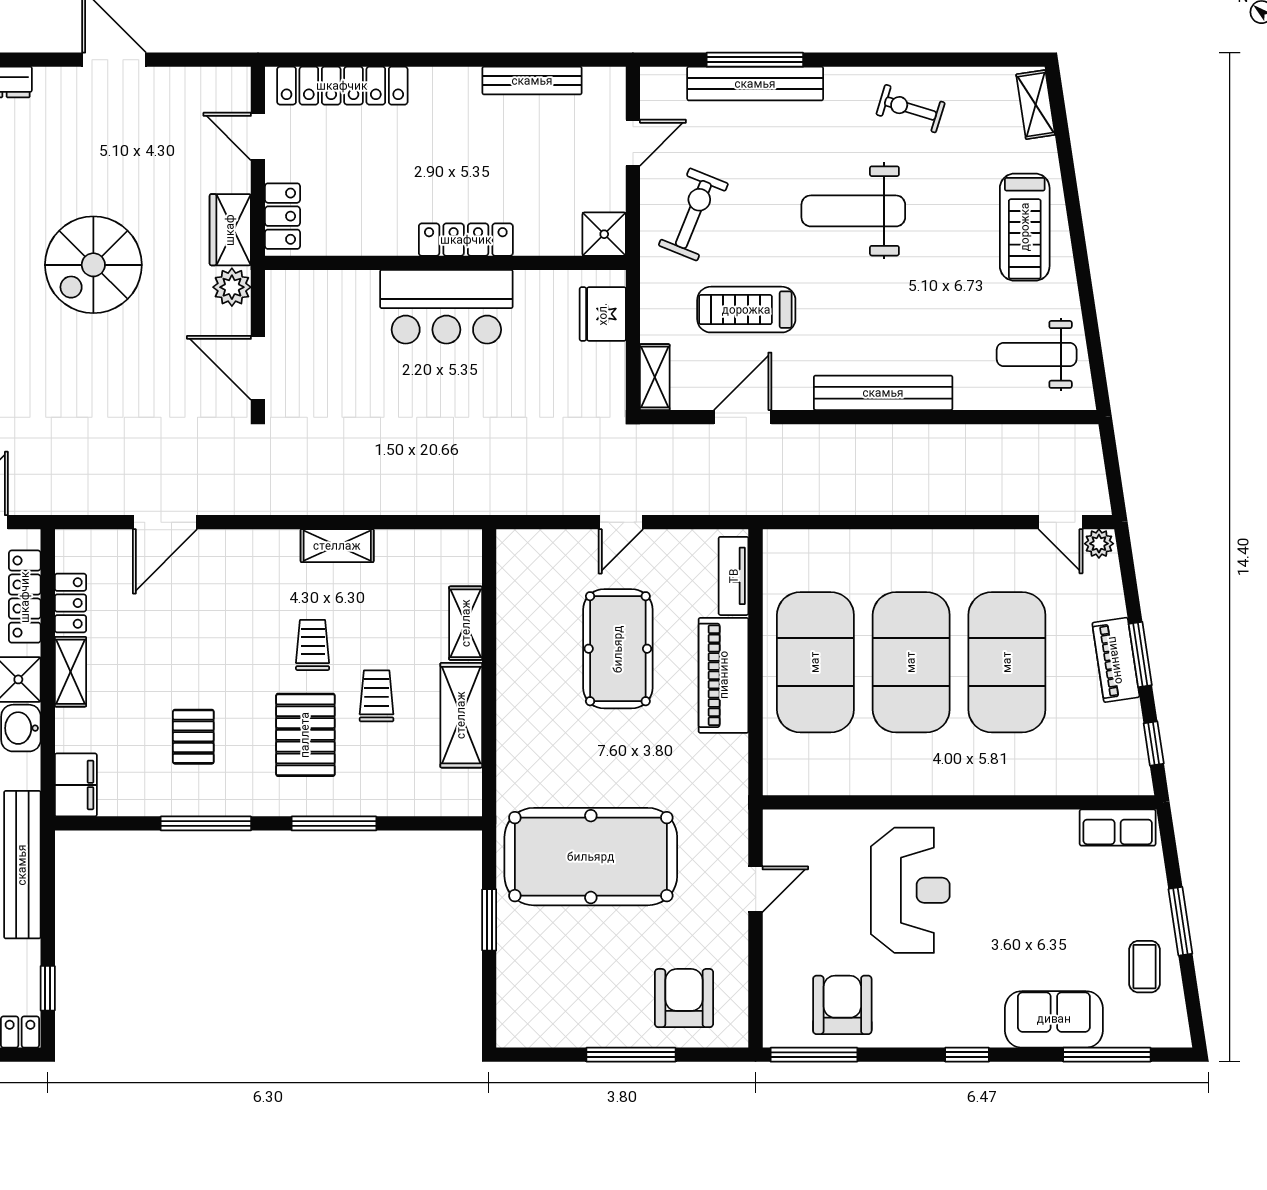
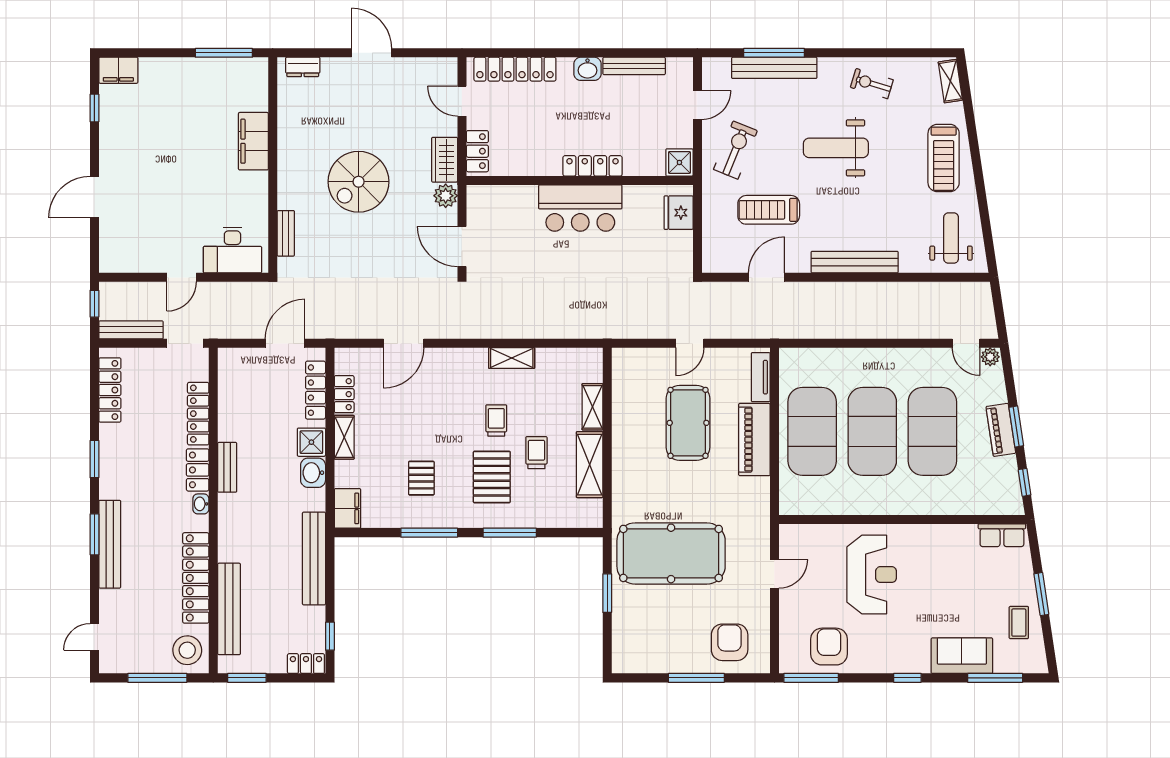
washbasin: (458, 85) -> (587, 69), added
weight bench: (1037, 354) -> (951, 238), turned 90
shelving: (655, 377) -> (711, 252), removed

